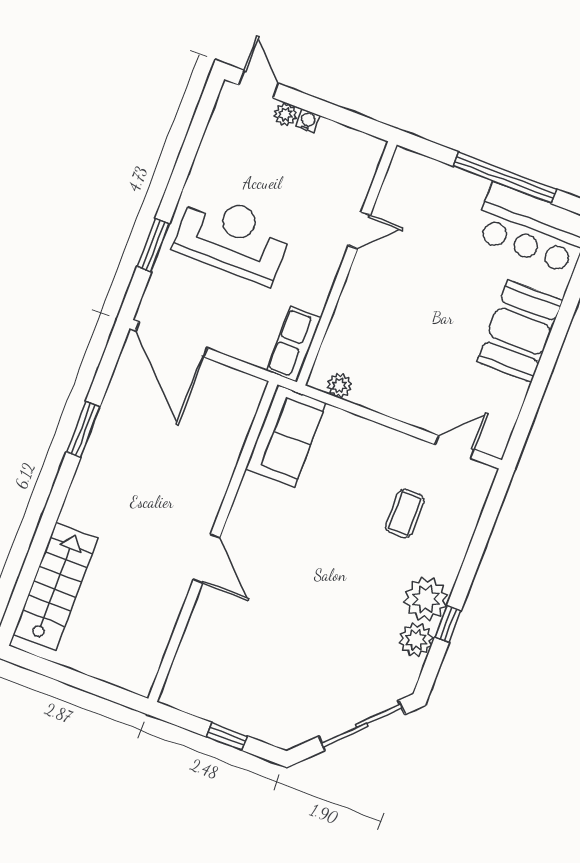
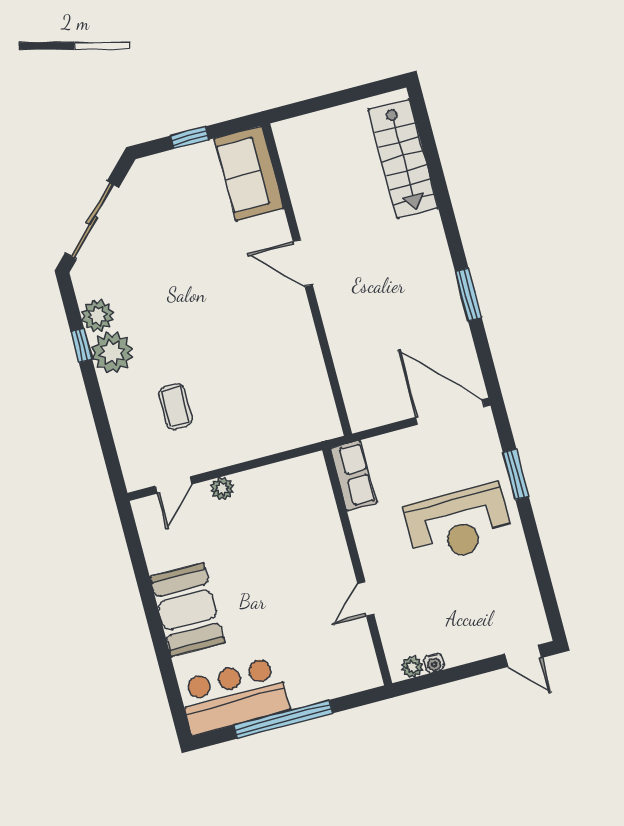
plant: (285, 114) -> (412, 667), moved
water cooler: (308, 121) -> (434, 663), moved
plant: (339, 385) -> (222, 489), moved
sofa: (286, 436) -> (249, 173), moved

